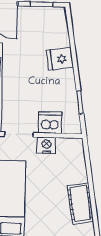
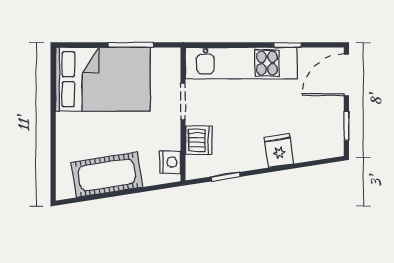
nightstand: (46, 145) -> (170, 162), moved
cot: (80, 204) -> (107, 175), width x1.37, depth x1.34

